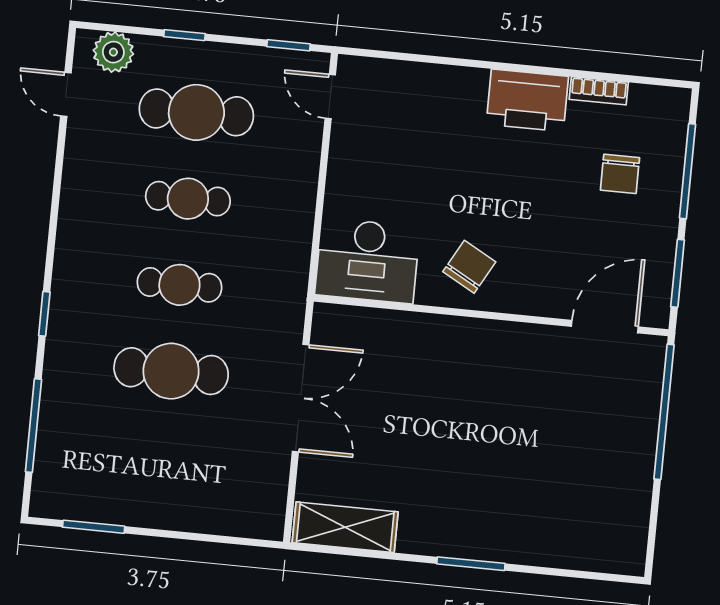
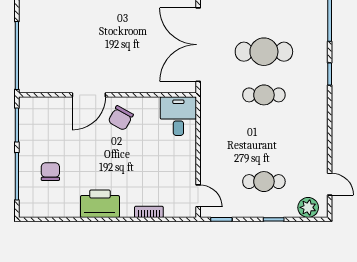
bookcase: (599, 91) -> (149, 212), moved
cafe table: (196, 112) -> (264, 182), width x0.73, depth x0.74
cafe table: (188, 199) -> (264, 138), removed
desk: (367, 261) -> (178, 116), width x0.73
door: (605, 327) -> (89, 95), moved
double door: (301, 398) -> (198, 45), width x1.36

